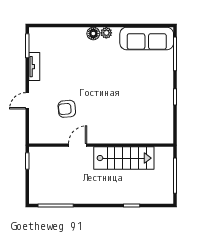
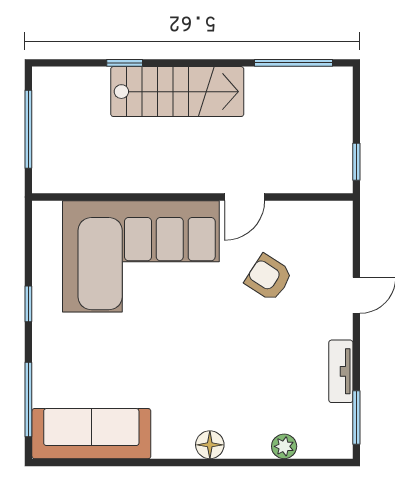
plant: (106, 33) -> (284, 446), moved
armchair: (67, 109) -> (269, 278), turned -142
corner sofa: (124, 118) -> (141, 256), added
stairs: (124, 158) -> (177, 92), moved, turned 180

